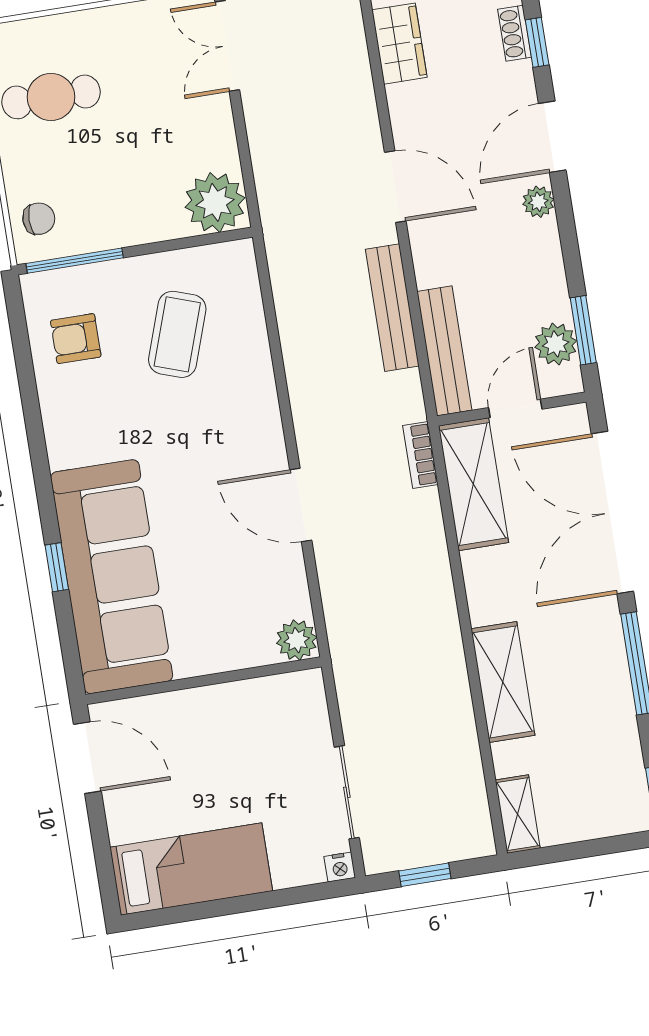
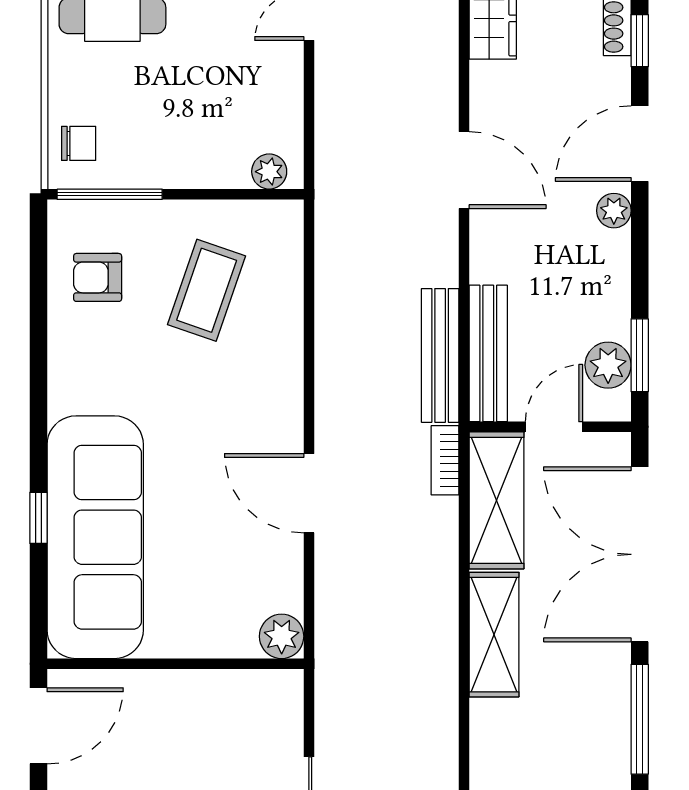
plant: (215, 202) -> (269, 172), width x0.53, depth x0.53
bench: (392, 308) -> (440, 355), moved
shelving: (503, 682) -> (494, 635), moved
door: (87, 758) -> (38, 726), hinge flipped

